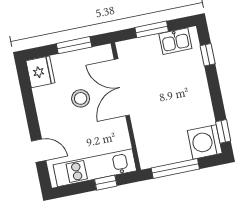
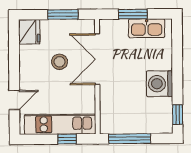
kitchen sink: (175, 41) -> (147, 28), width x1.38
window: (208, 55) -> (177, 46), removed
washing machine: (205, 142) -> (160, 84), moved
door: (39, 151) -> (14, 100), hinge flipped

